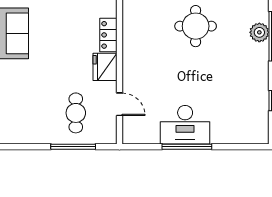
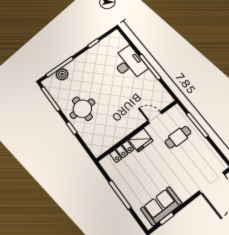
door: (120, 104) -> (155, 117), hinge flipped
desk: (185, 125) -> (129, 64), moved

